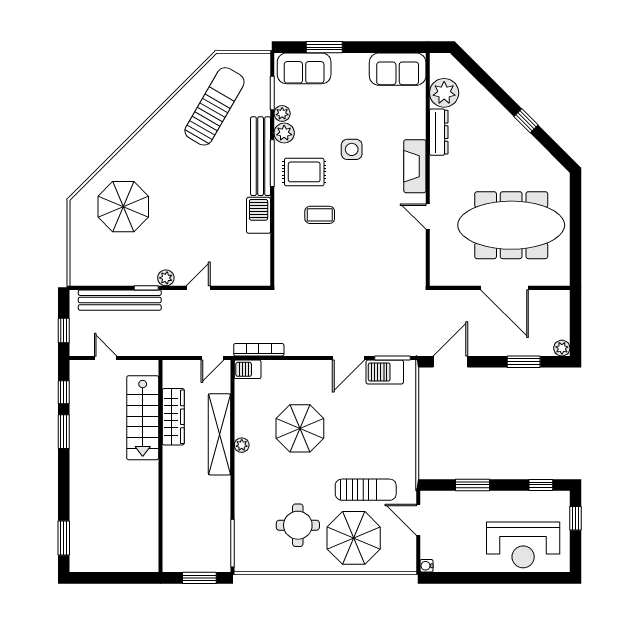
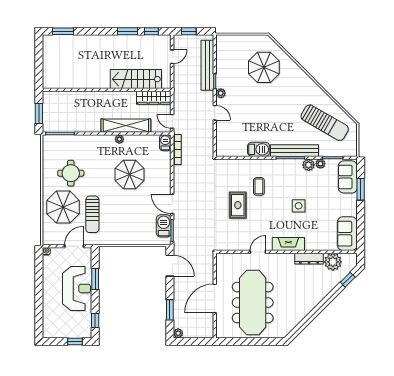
window: (526, 121) -> (348, 280), moved
rug: (304, 172) -> (238, 205), moved
wardrobe: (173, 417) -> (154, 98), moved
reception desk: (523, 545) -> (77, 289), moved, turned 180

